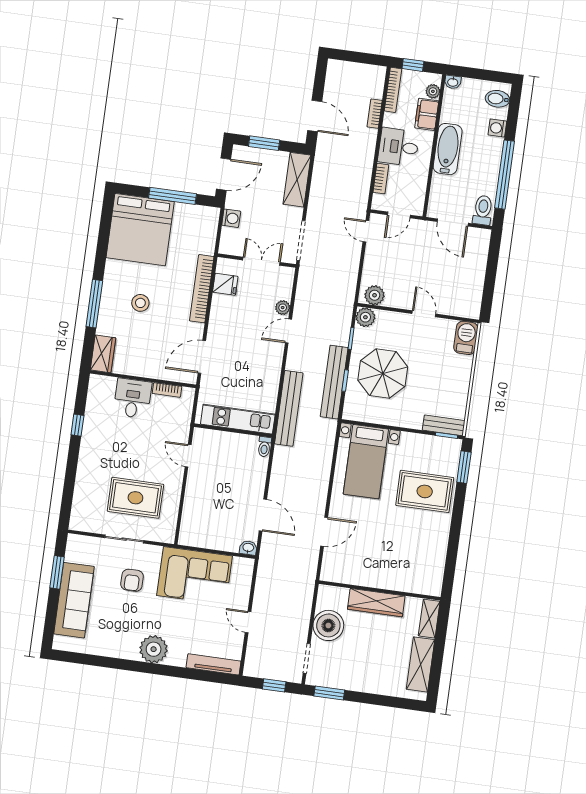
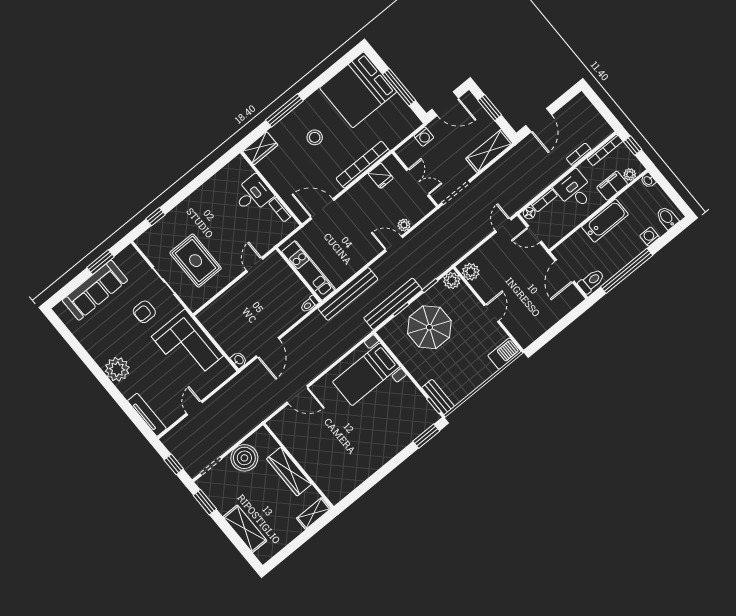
floor lamp: (378, 201) -> (529, 213), added
window: (77, 425) -> (156, 217), moved
rug: (425, 491) -> (386, 428), removed
shelving: (420, 664) -> (245, 529), moved, turned 90

